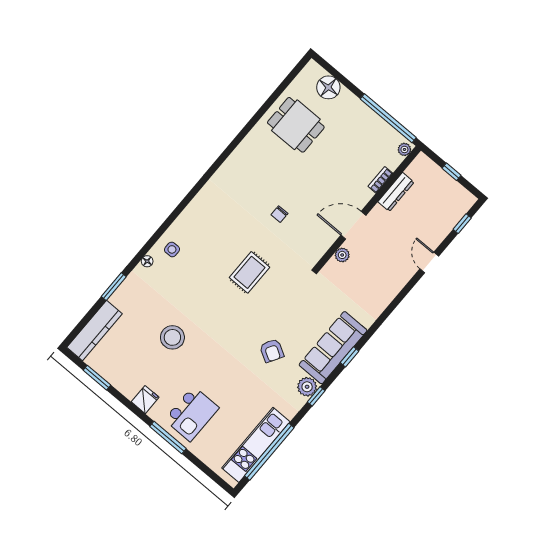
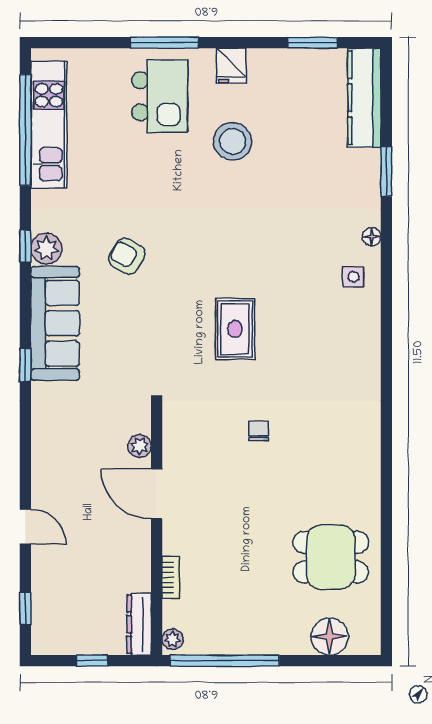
dresser: (396, 192) -> (139, 624), moved
door: (353, 225) -> (157, 494), swing flipped
stool: (172, 337) -> (233, 141), moved
window: (349, 357) -> (25, 365), moved
kitchen island: (192, 414) -> (160, 96), turned 180

